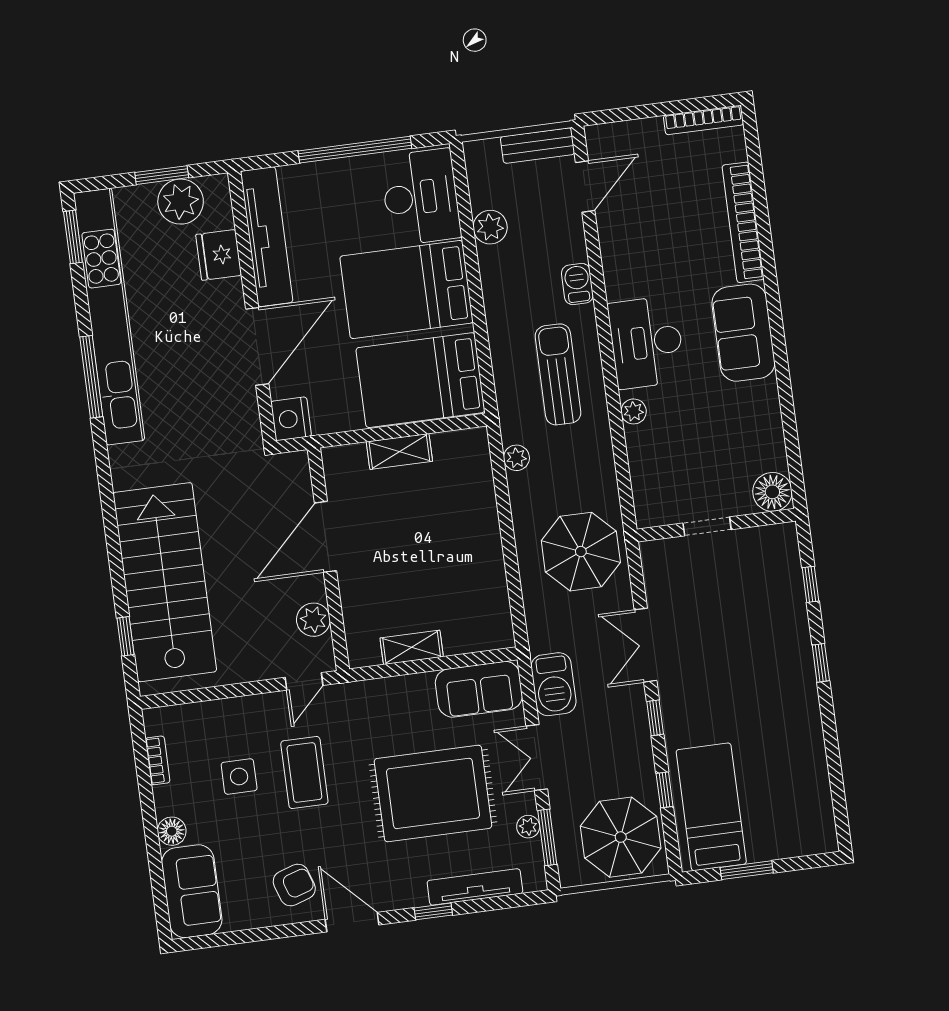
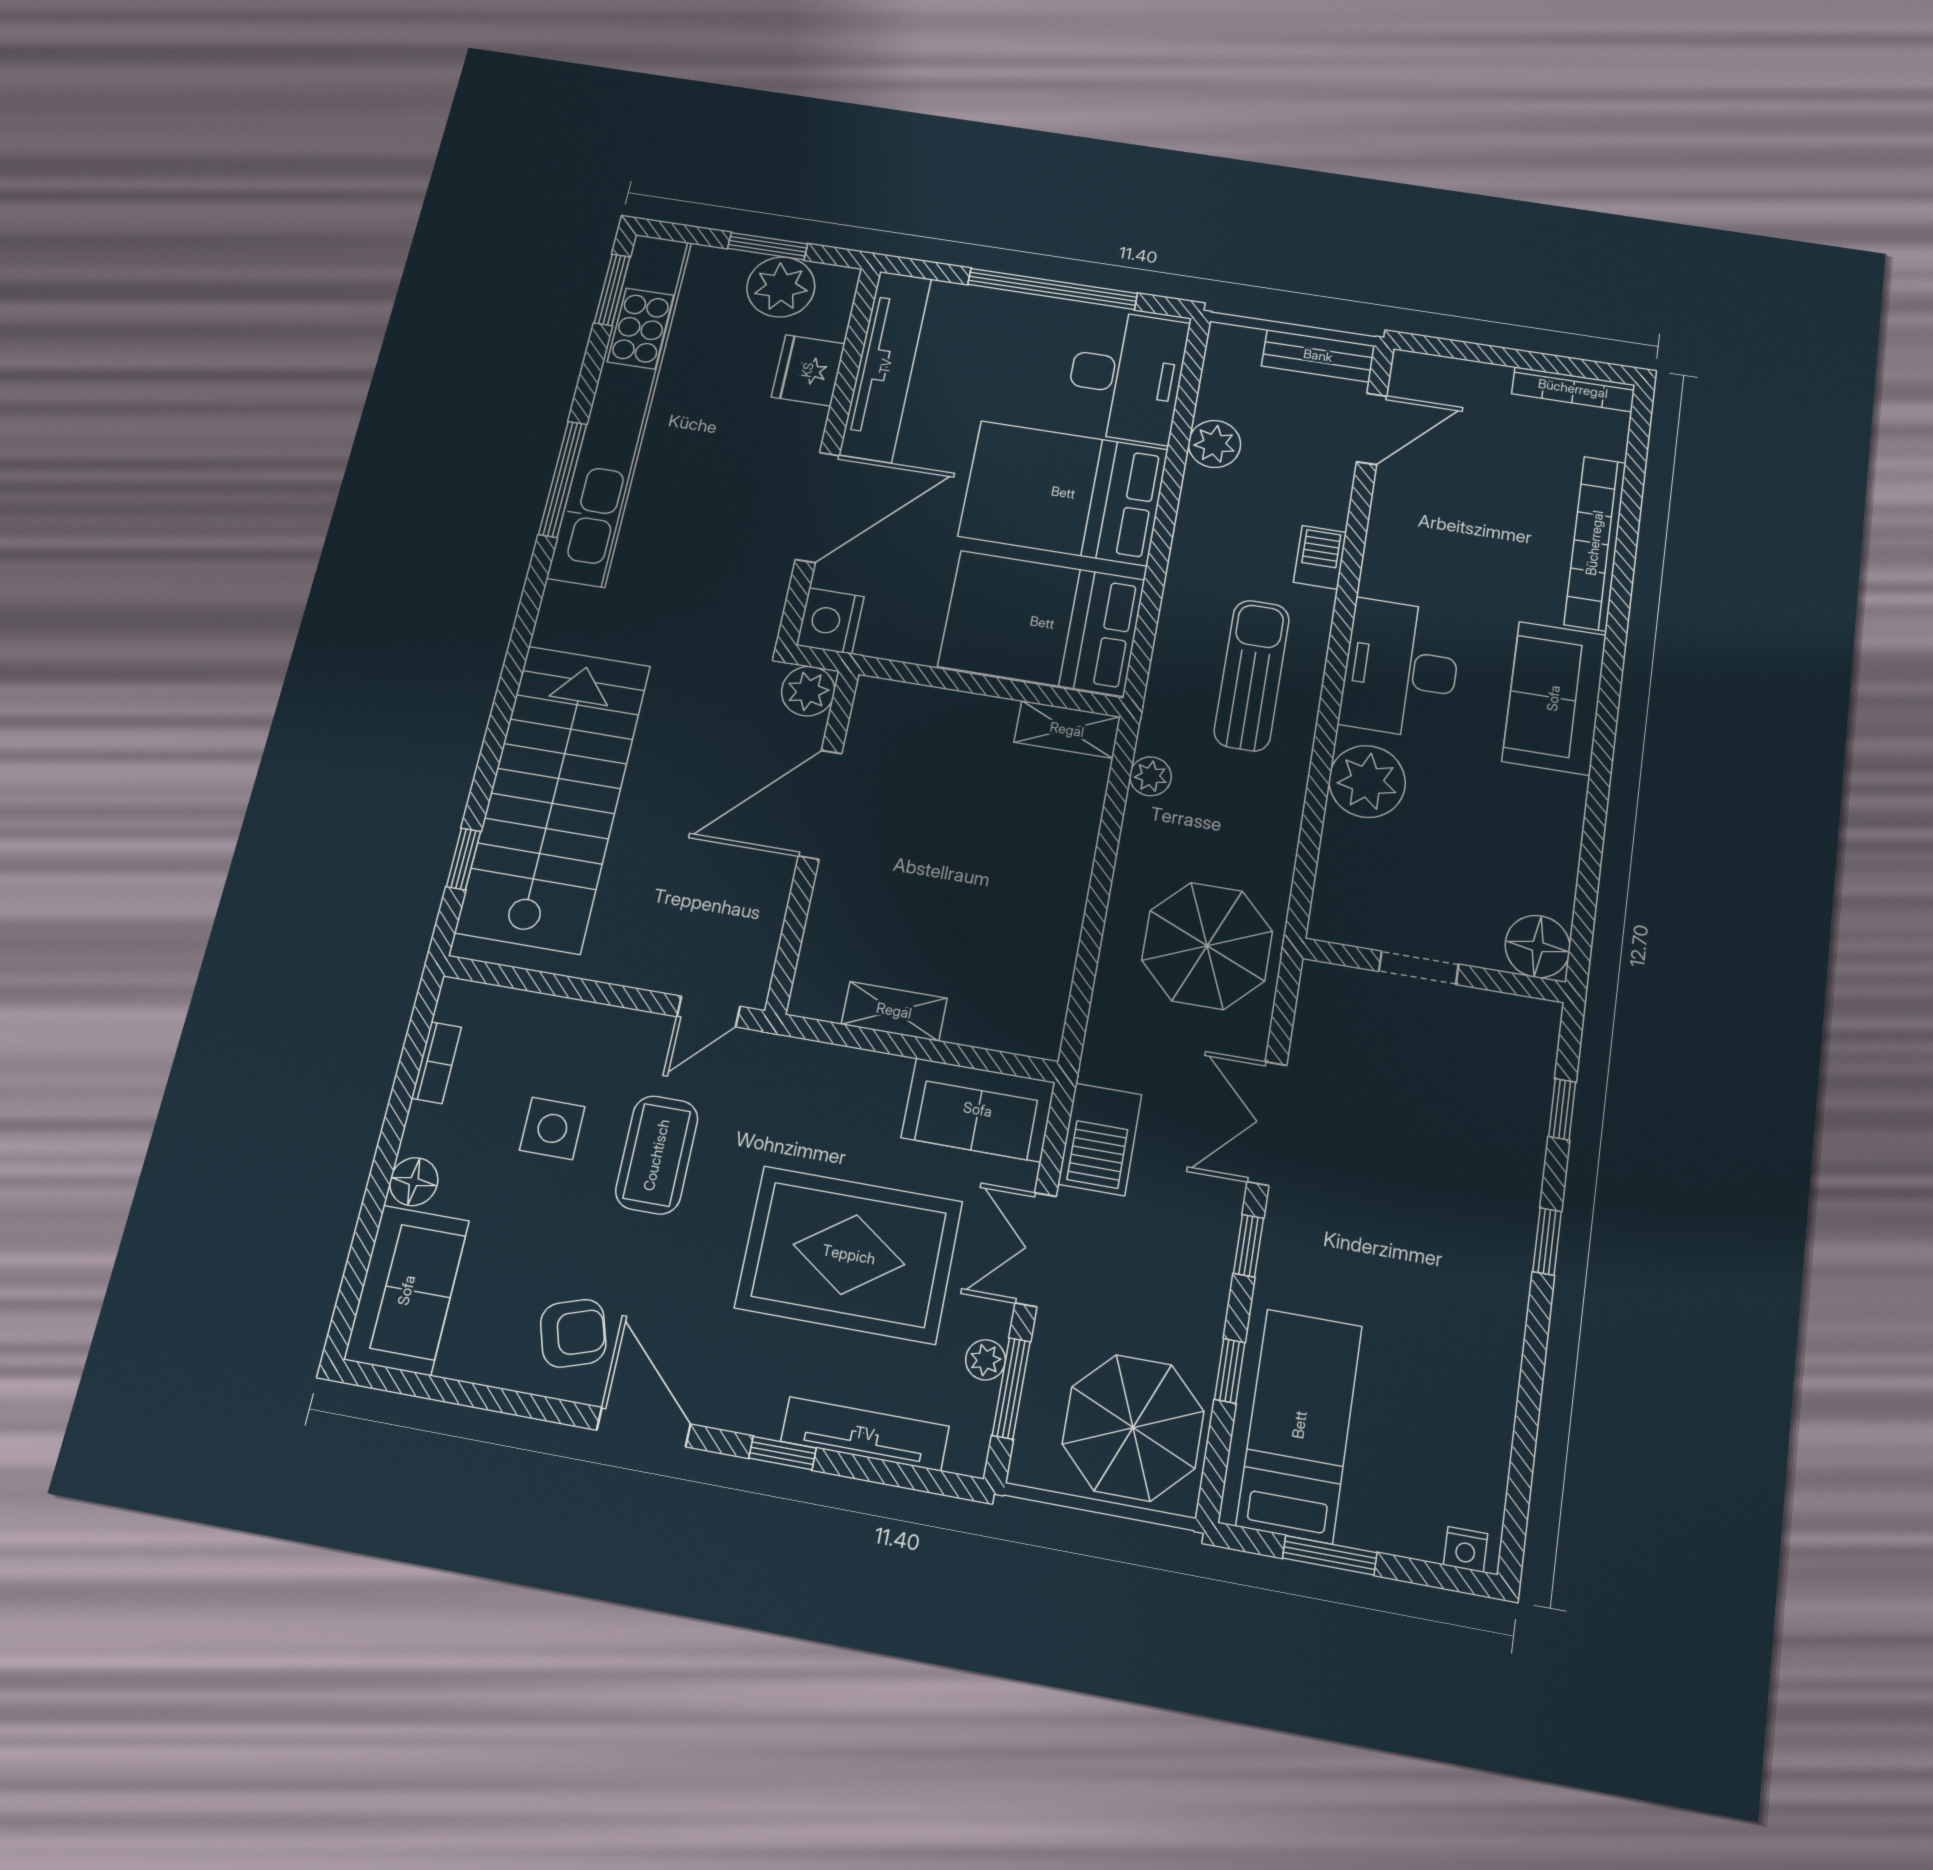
plant: (634, 411) -> (1367, 781), width x1.88, depth x1.88
shelving: (399, 451) -> (1067, 730), moved
plant: (313, 620) -> (808, 691), moved
nightstand: (819, 844) -> (1466, 1549), added

